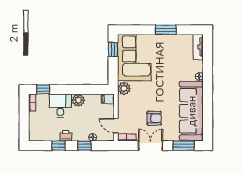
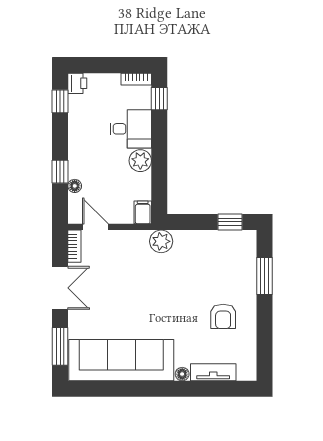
window: (166, 30) -> (265, 276), moved
tv unit: (198, 47) -> (213, 372), moved
corner sofa: (134, 58) -> (215, 259), removed
armchair: (154, 118) -> (223, 316), moved
door: (116, 126) -> (95, 227), hinge flipped
printer: (66, 136) -> (77, 83), moved
window: (59, 146) -> (60, 101), moved

